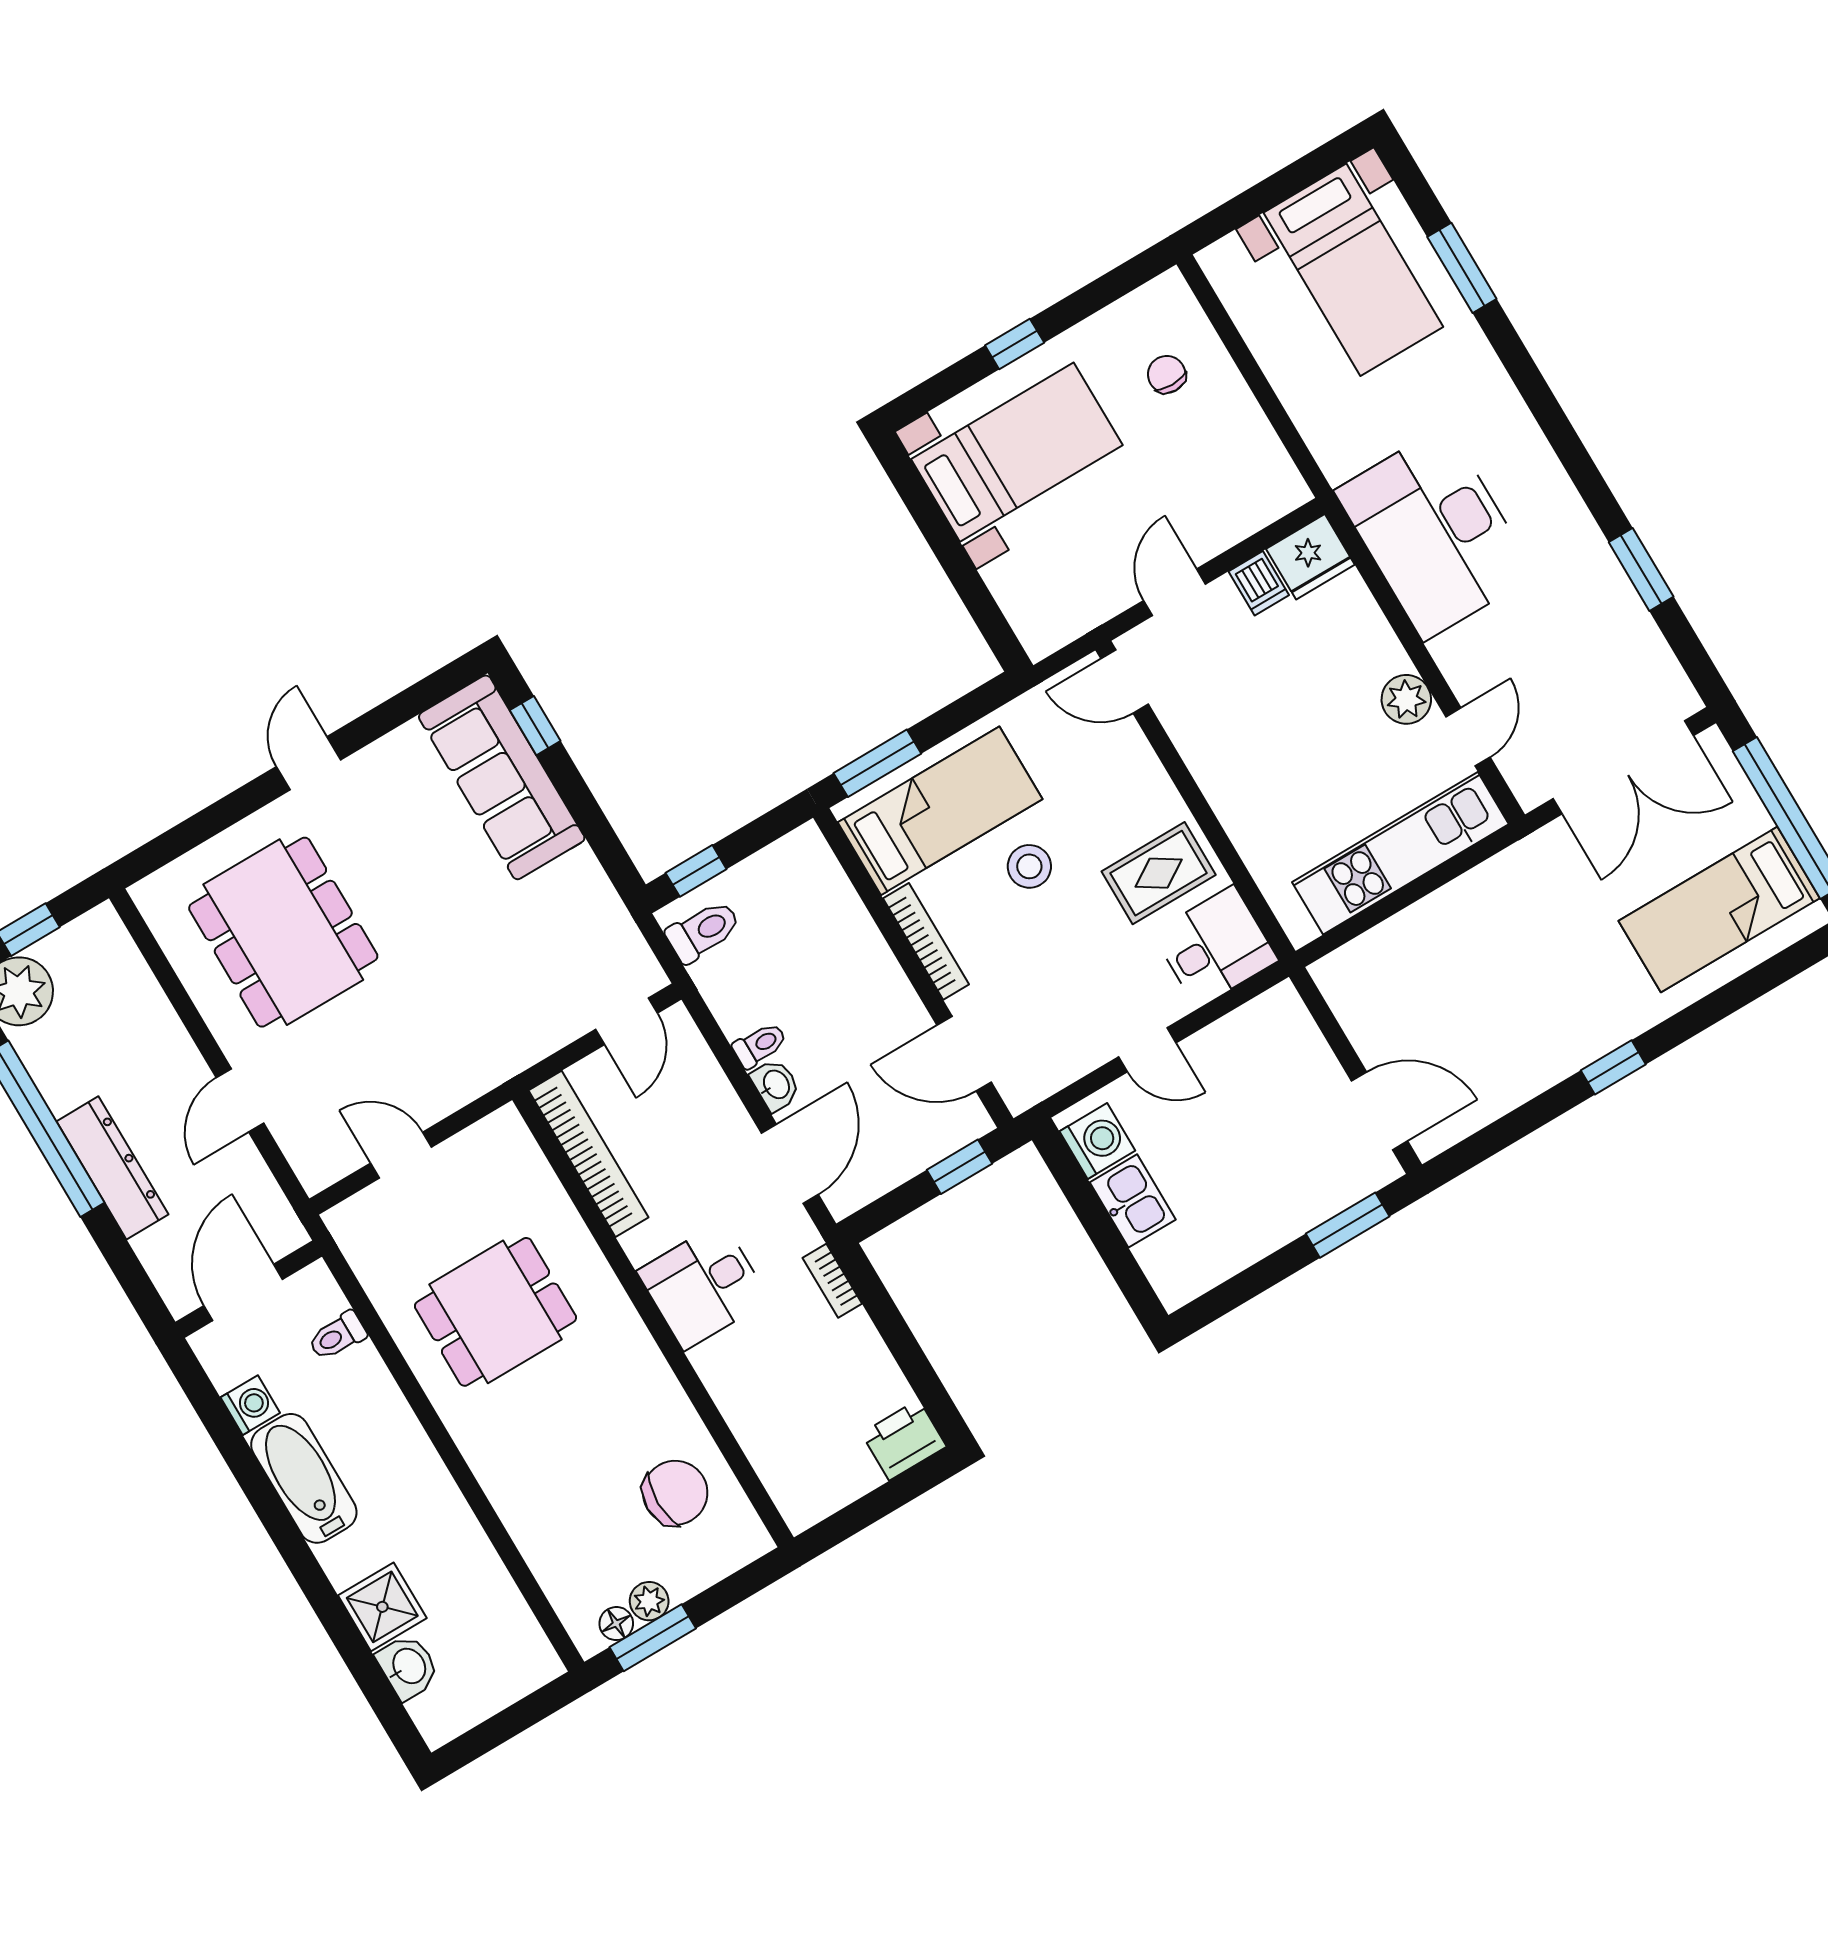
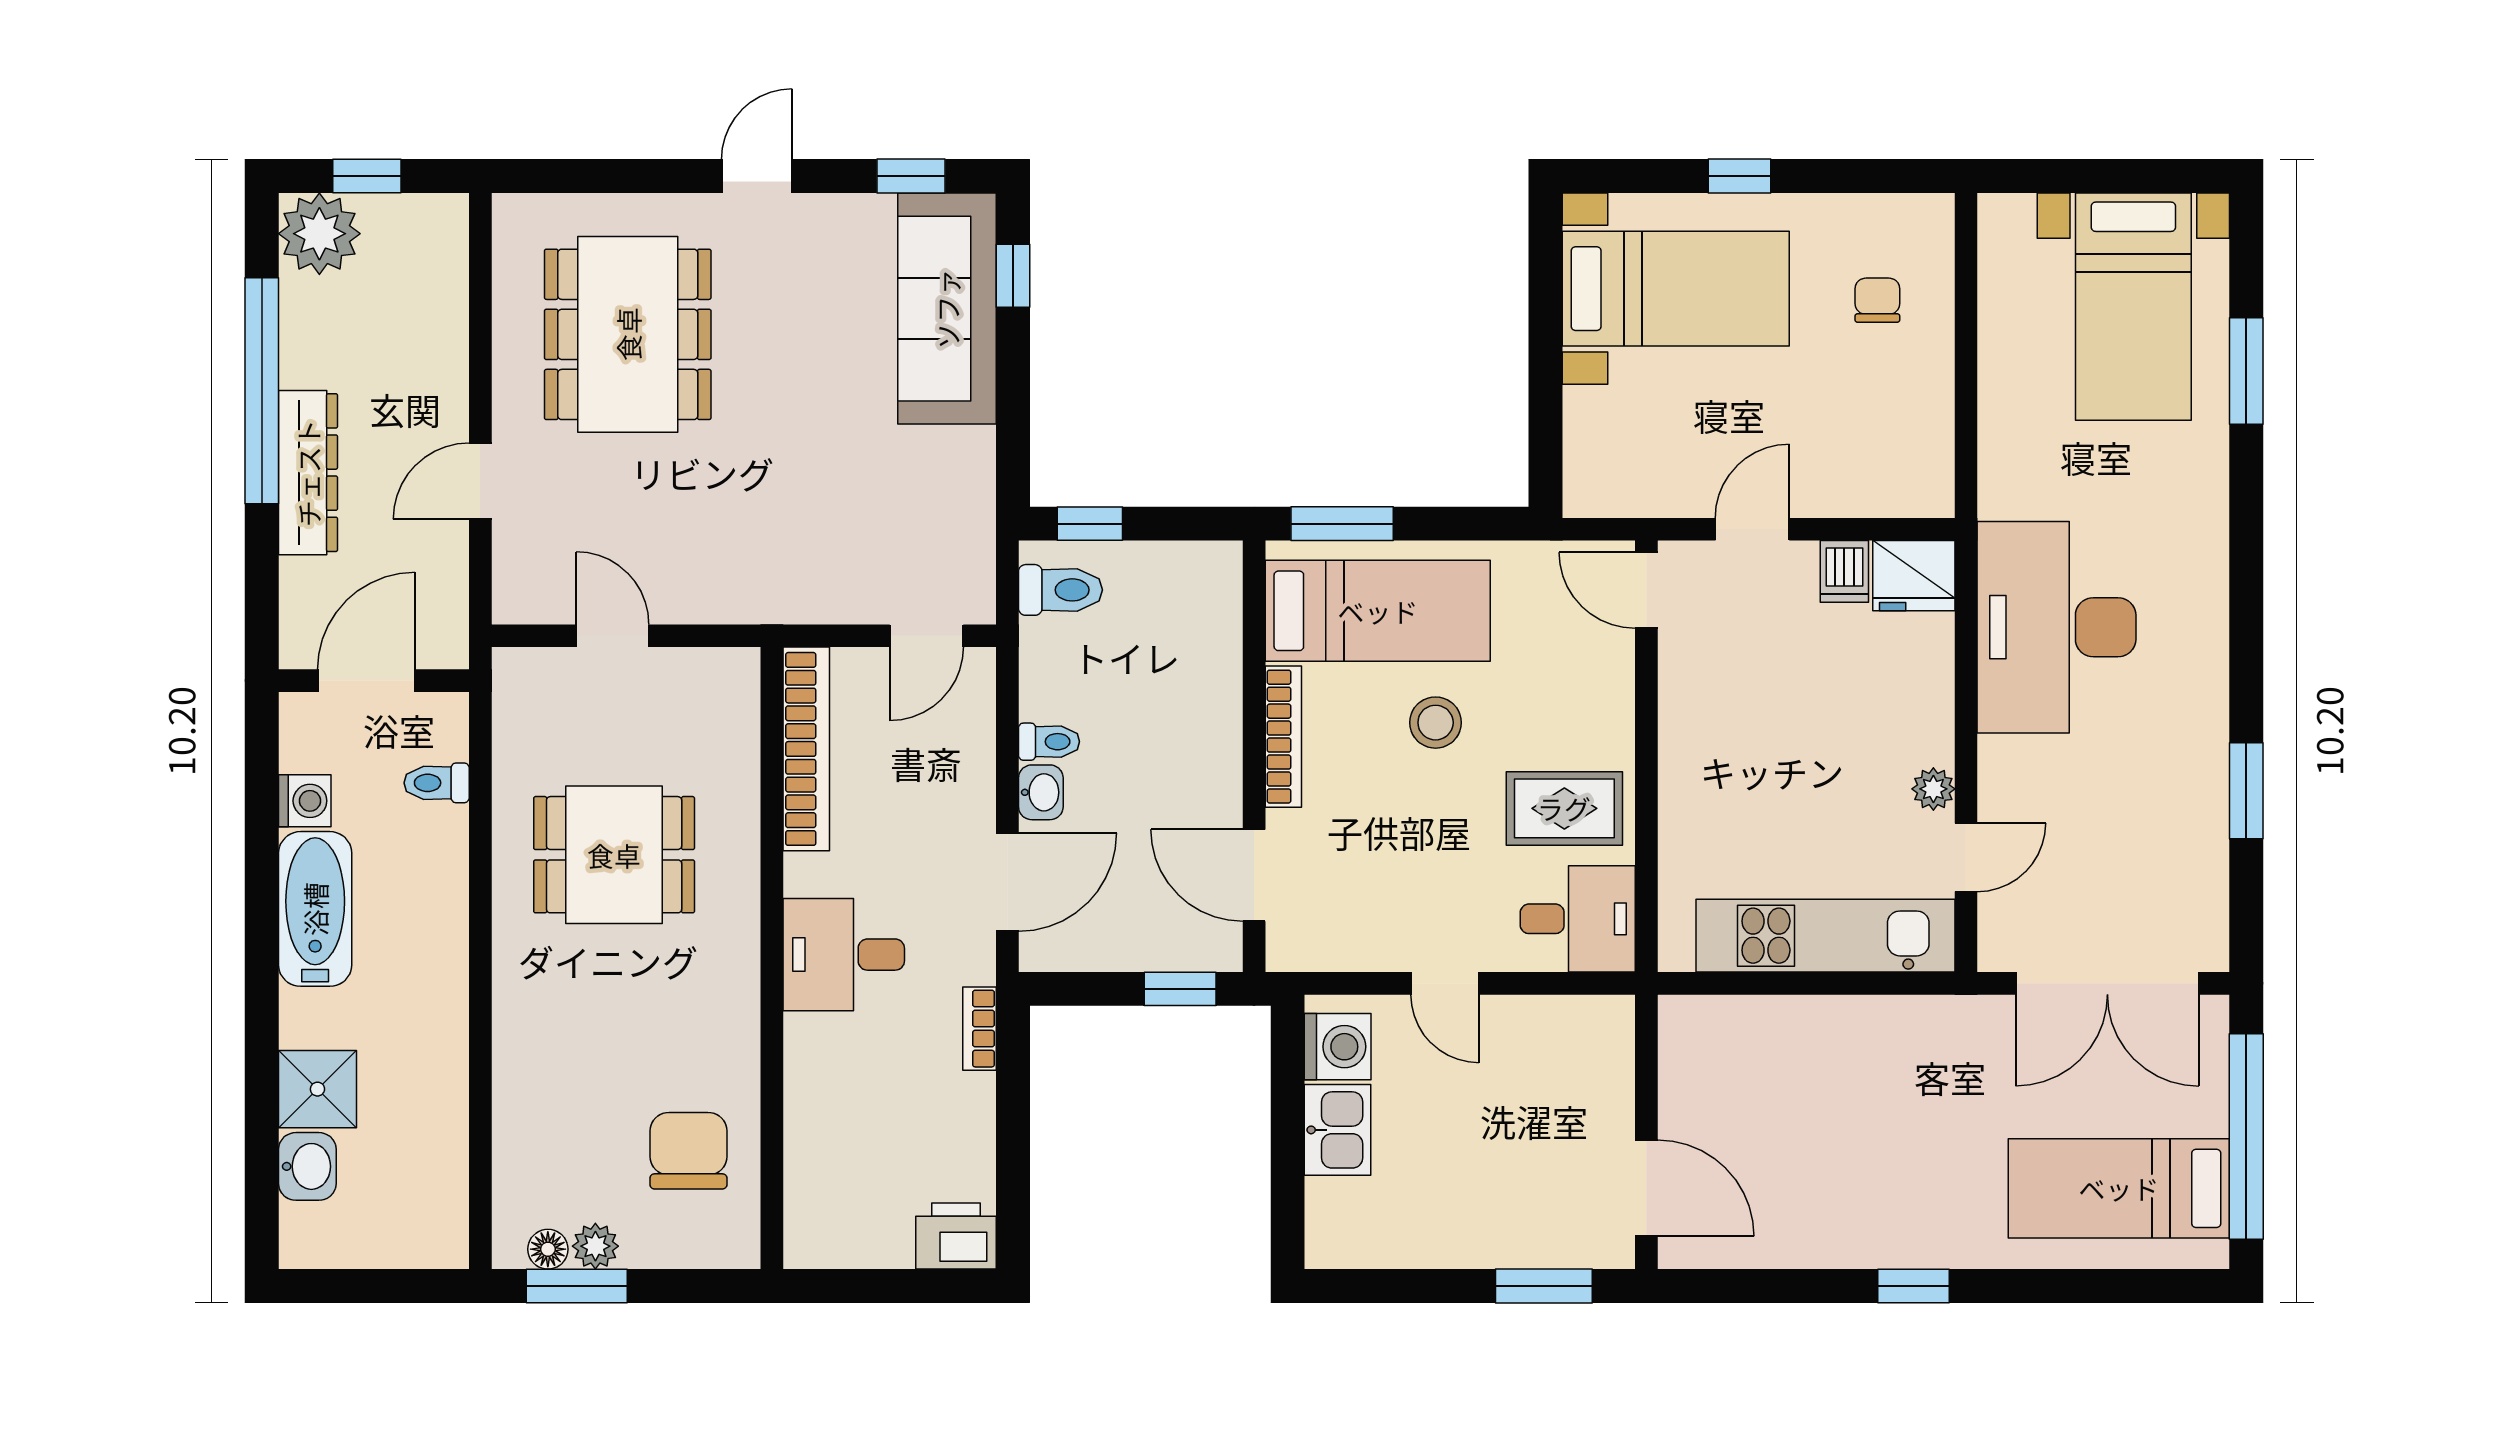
window: (419, 697) -> (911, 176), added
plant: (1406, 699) -> (1933, 789), width x0.73, depth x0.73
chair: (675, 1493) -> (688, 1151), turned -90

